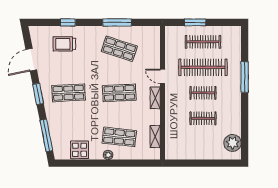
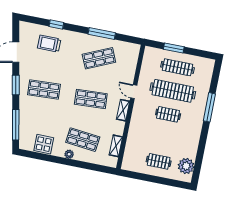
shop shelf: (119, 49) -> (99, 58), turned -42
clothes rail: (203, 118) -> (159, 161), moved

